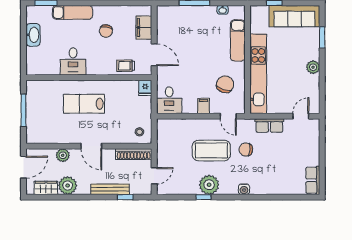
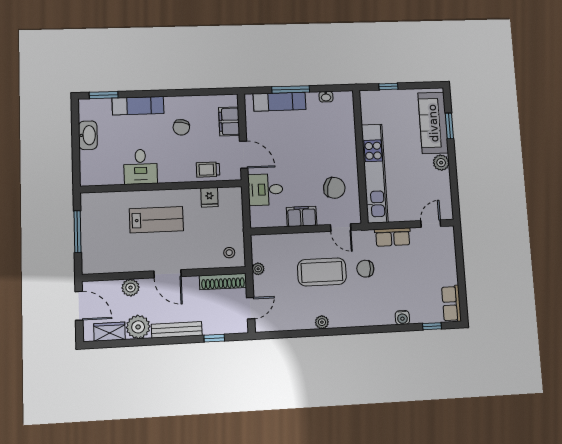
sofa: (294, 16) -> (433, 123), moved, turned 90
exam couch: (238, 40) -> (280, 102), moved, turned -90
chair: (225, 84) -> (334, 188), turned 85
fridge: (145, 88) -> (209, 197), moved
desk: (169, 100) -> (265, 190), moved, turned 90
lab bench: (84, 104) -> (156, 220), turned 180
filing cabinet: (204, 106) -> (302, 216), width x2.00
plant: (161, 146) -> (258, 269), added
door: (24, 167) -> (79, 306), hinge flipped
plant: (209, 185) -> (322, 322), width x0.53, depth x0.53
bench: (110, 189) -> (177, 330), moved
water cooler: (244, 189) -> (402, 318), moved
window: (204, 197) -> (432, 326), moved

